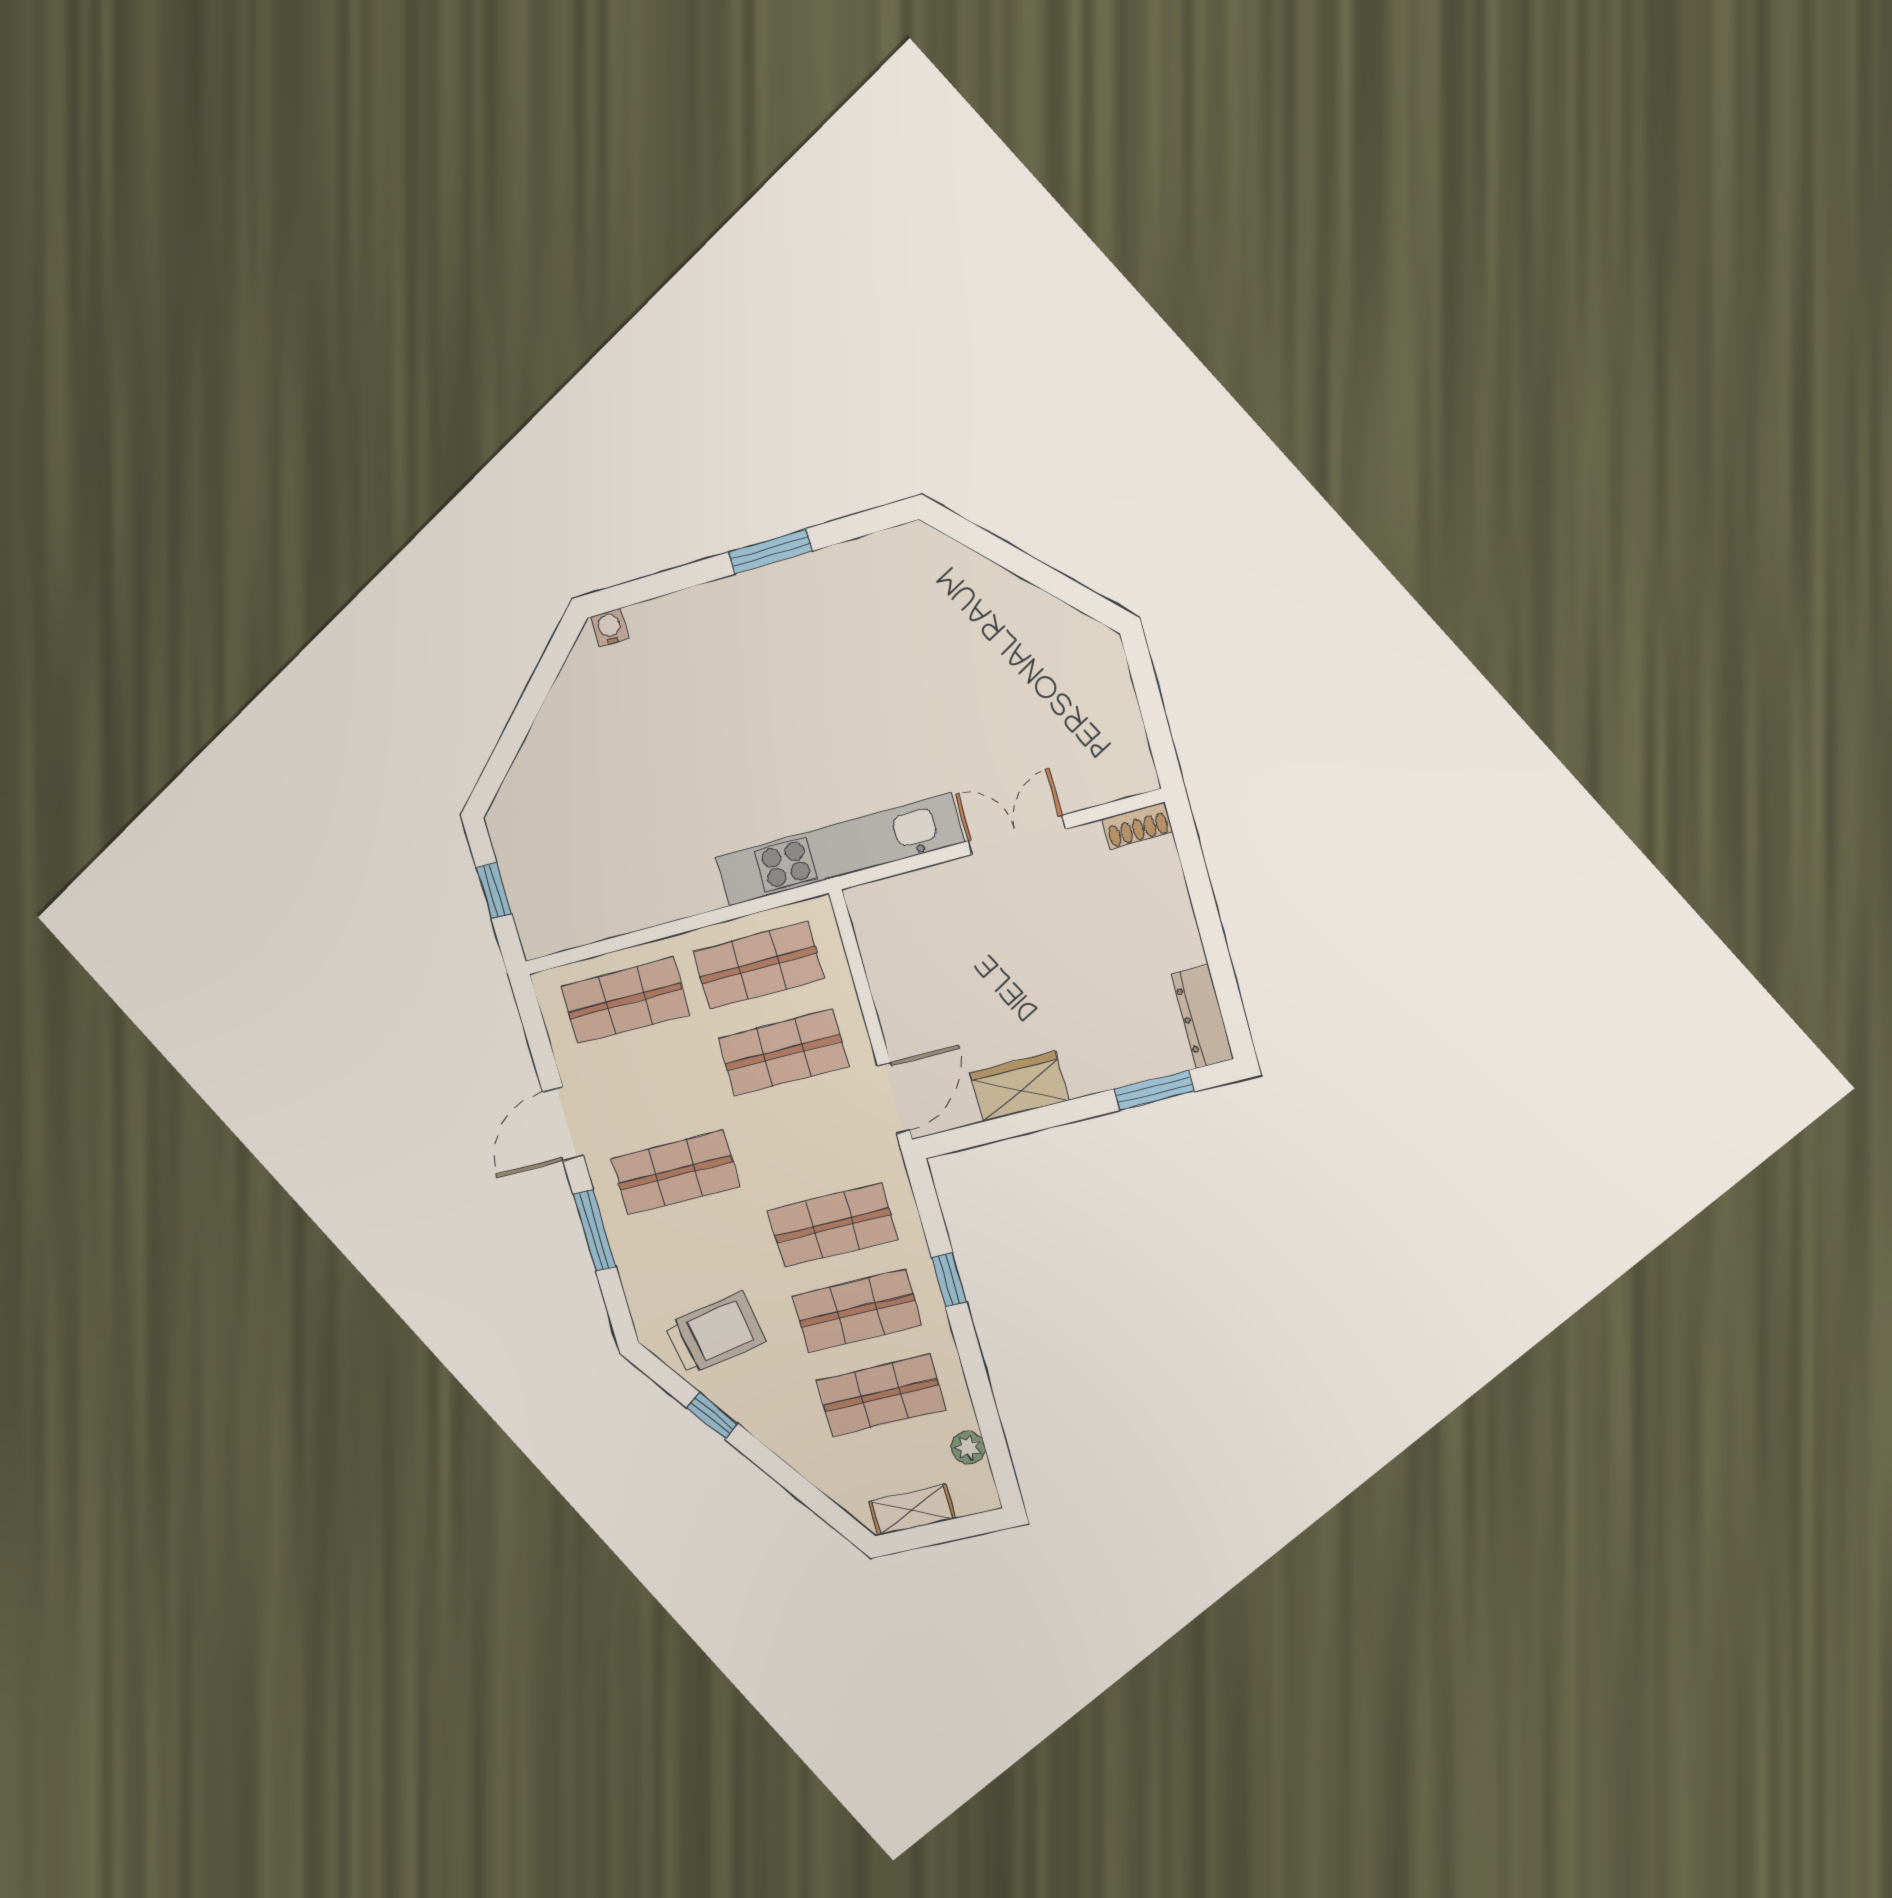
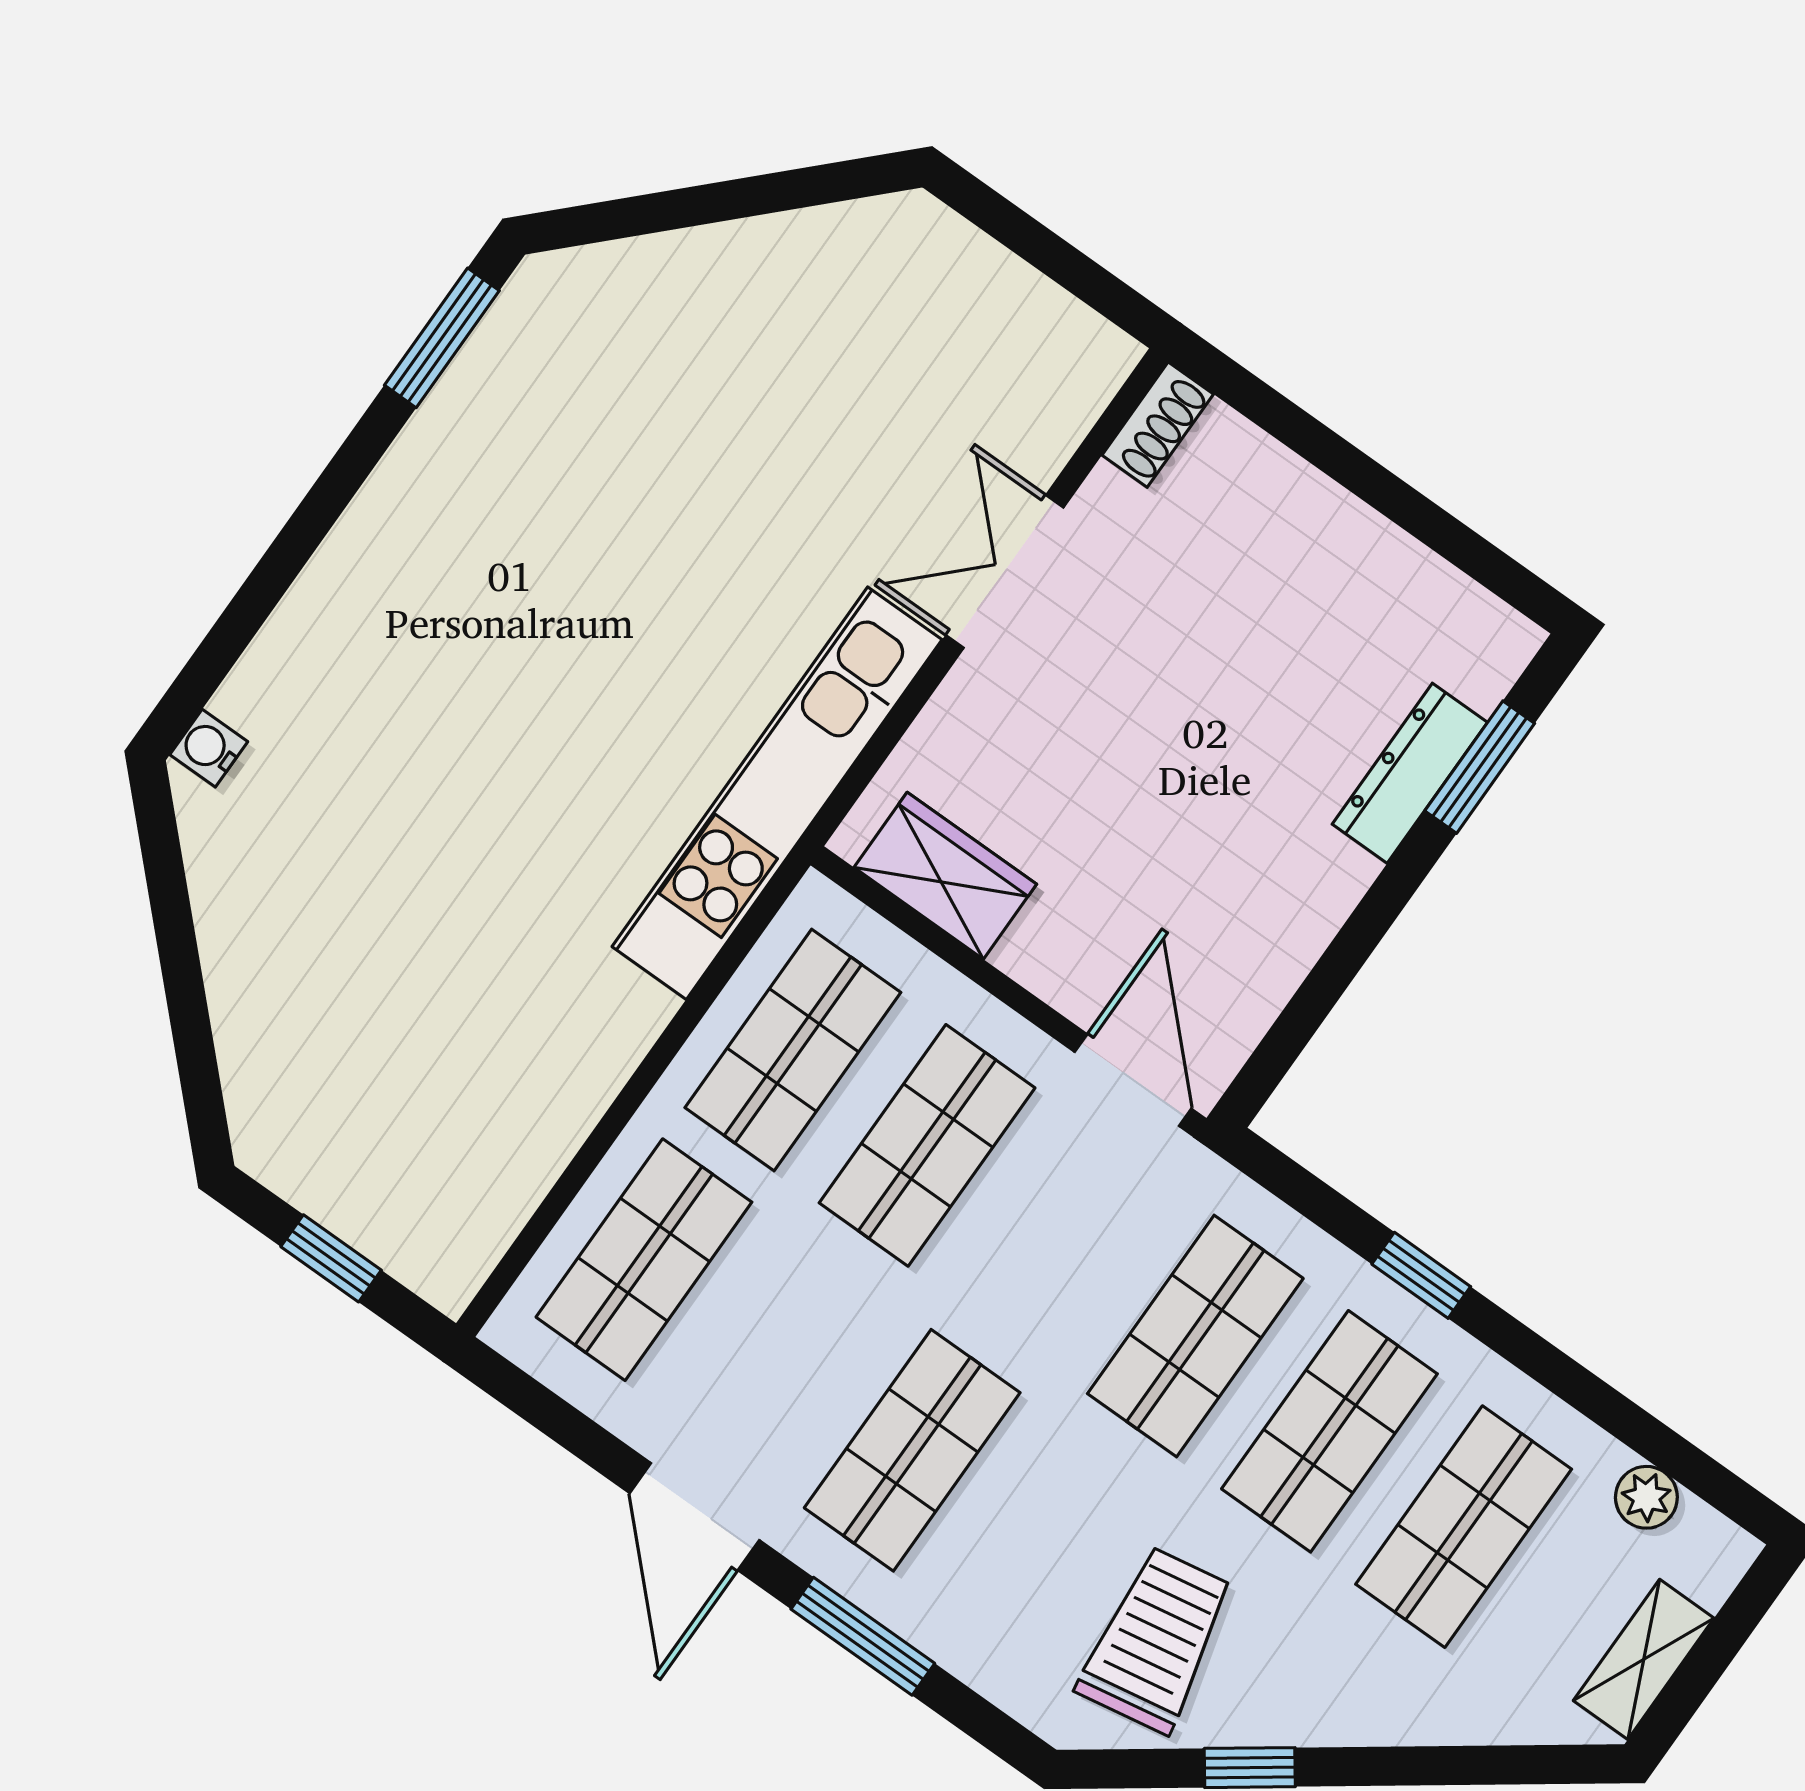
window: (771, 551) -> (442, 338), moved
dresser: (1202, 1017) -> (1410, 773), moved, turned 90
wardrobe: (1019, 1086) -> (945, 876), moved, turned 90

